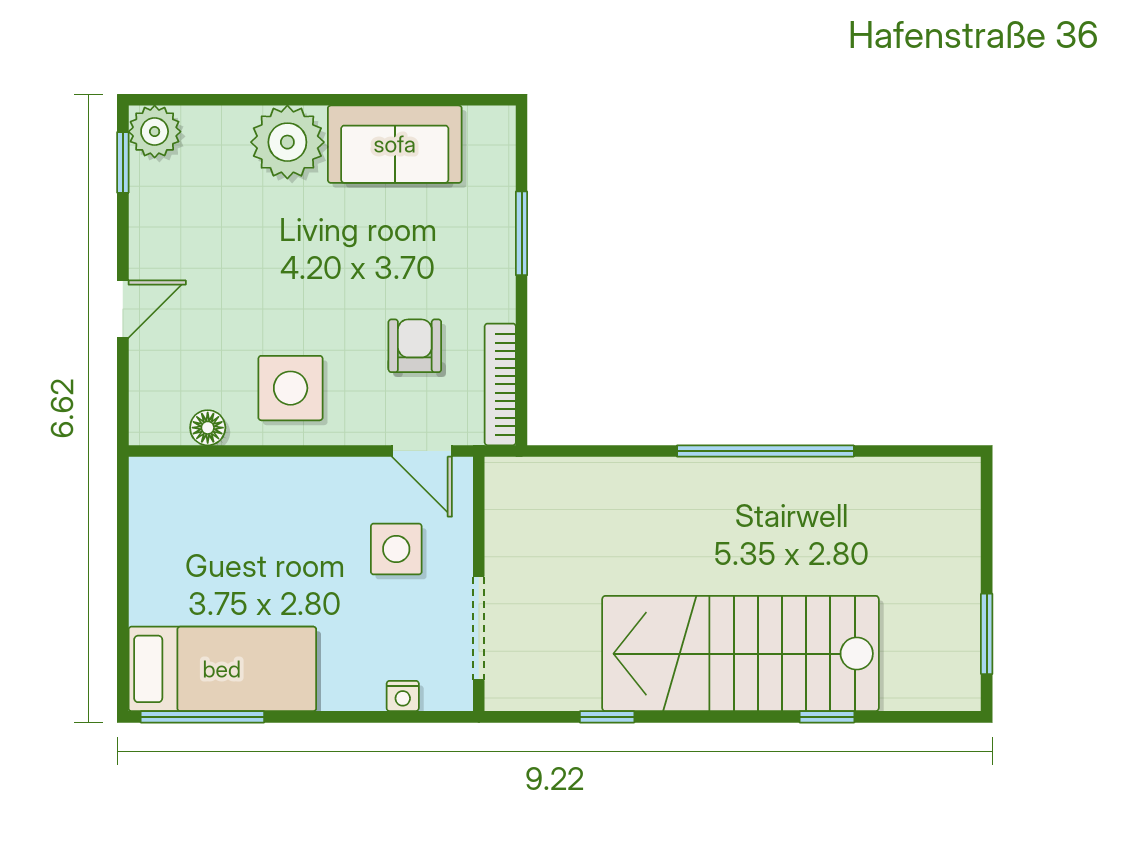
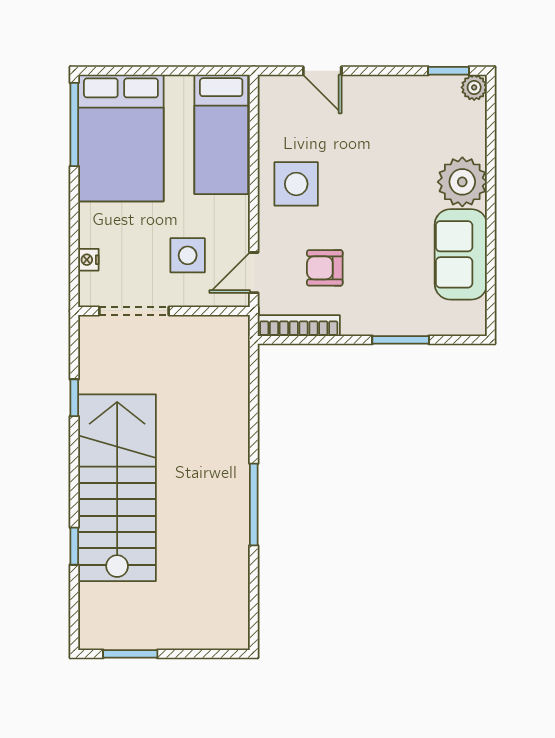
plant: (155, 132) -> (474, 87), width x0.73, depth x0.73
door: (123, 309) -> (322, 71), moved
armchair: (415, 346) -> (325, 268), turned 180
floor lamp: (208, 428) -> (269, 128), removed
window: (765, 451) -> (254, 504), width x0.68
bed: (217, 499) -> (221, 134), added
bed: (222, 669) -> (121, 138), width x1.50

